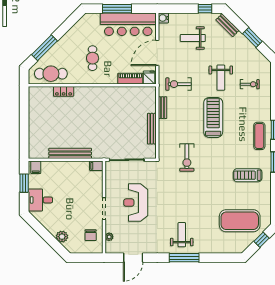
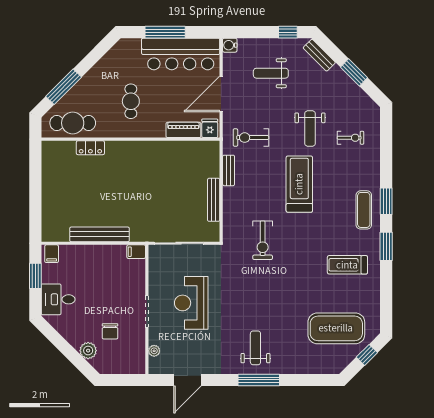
chair: (91, 235) -> (110, 331), moved

